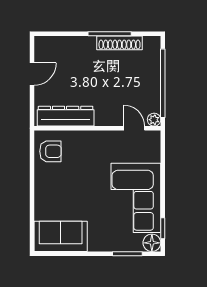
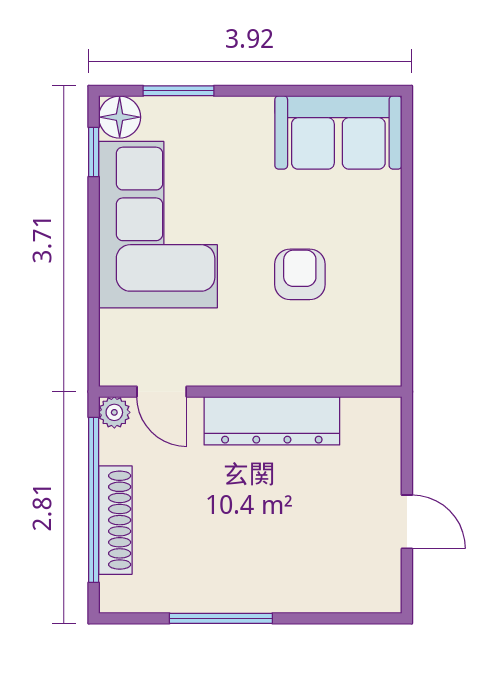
shoe rack: (120, 43) -> (115, 520), moved, turned 90
door: (32, 74) -> (407, 522), swing flipped
dresser: (66, 116) -> (272, 421), moved
armchair: (50, 151) -> (300, 274), moved, turned 90

